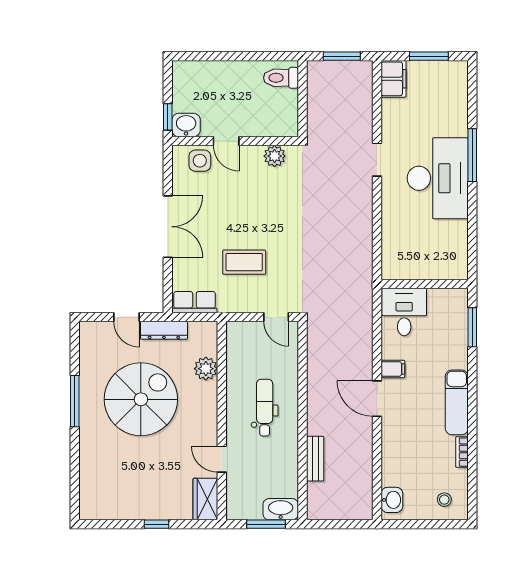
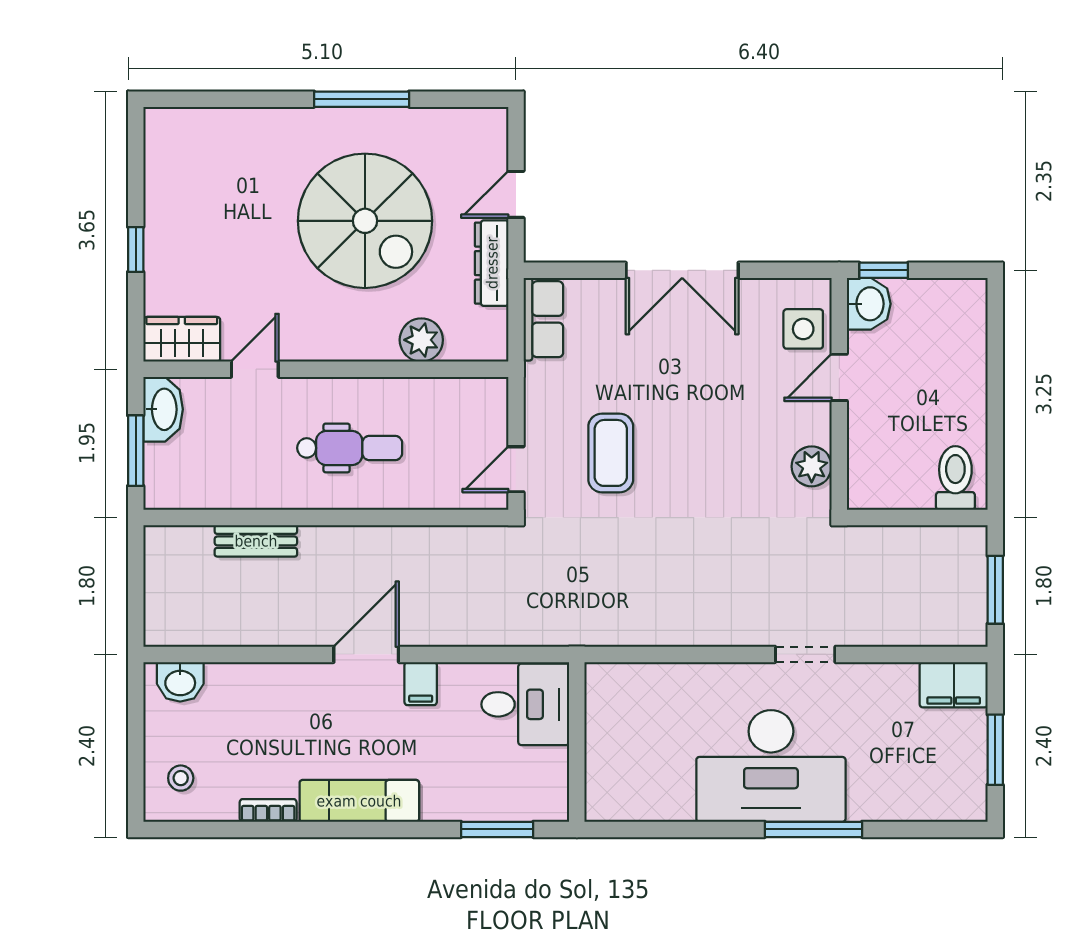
coffee table: (244, 262) -> (611, 453), moved
washbasin: (281, 509) -> (163, 409), moved

